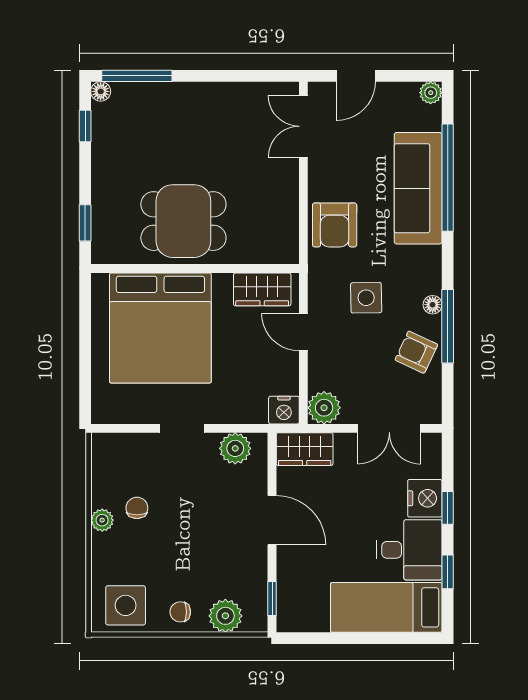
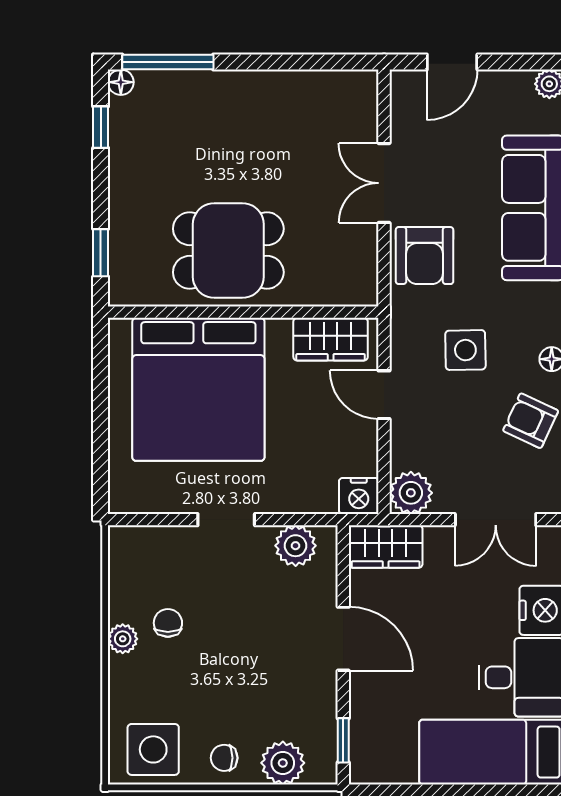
double door: (303, 126) -> (384, 183), moved

